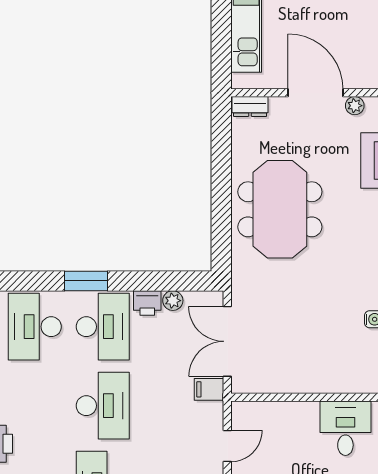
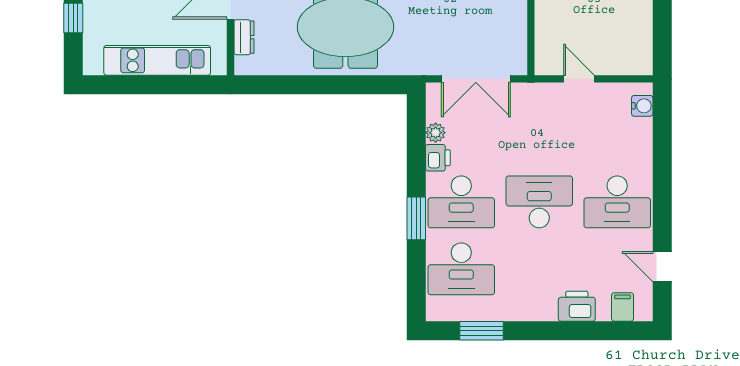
dresser: (250, 106) -> (244, 37), moved
desk: (103, 327) -> (461, 202), turned 180
filing cabinet: (209, 389) -> (523, 97), removed

